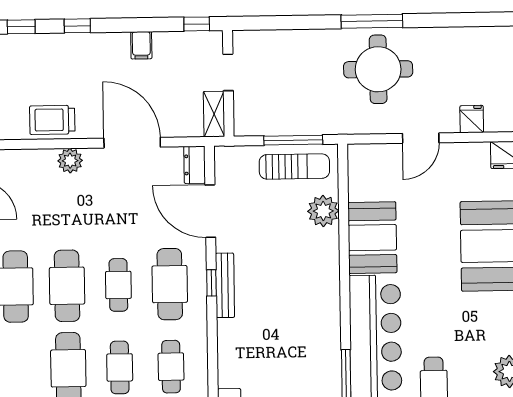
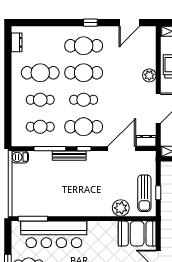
window: (293, 140) -> (158, 193), width x0.46
booth: (372, 238) -> (137, 234), moved
bench: (225, 285) -> (69, 156), moved
window: (212, 348) -> (50, 149), added

